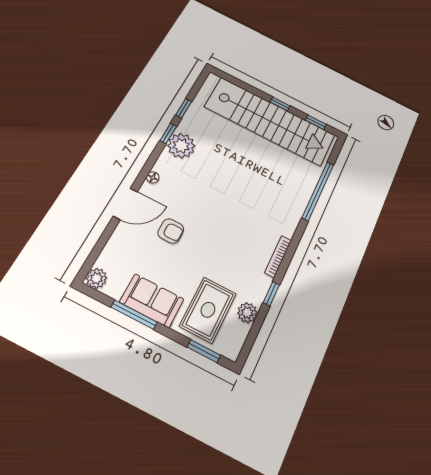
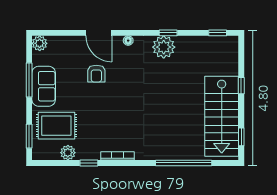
window: (280, 104) -> (241, 86), moved
window: (184, 108) -> (218, 33), moved
stairs: (270, 121) -> (222, 116), width x0.73

